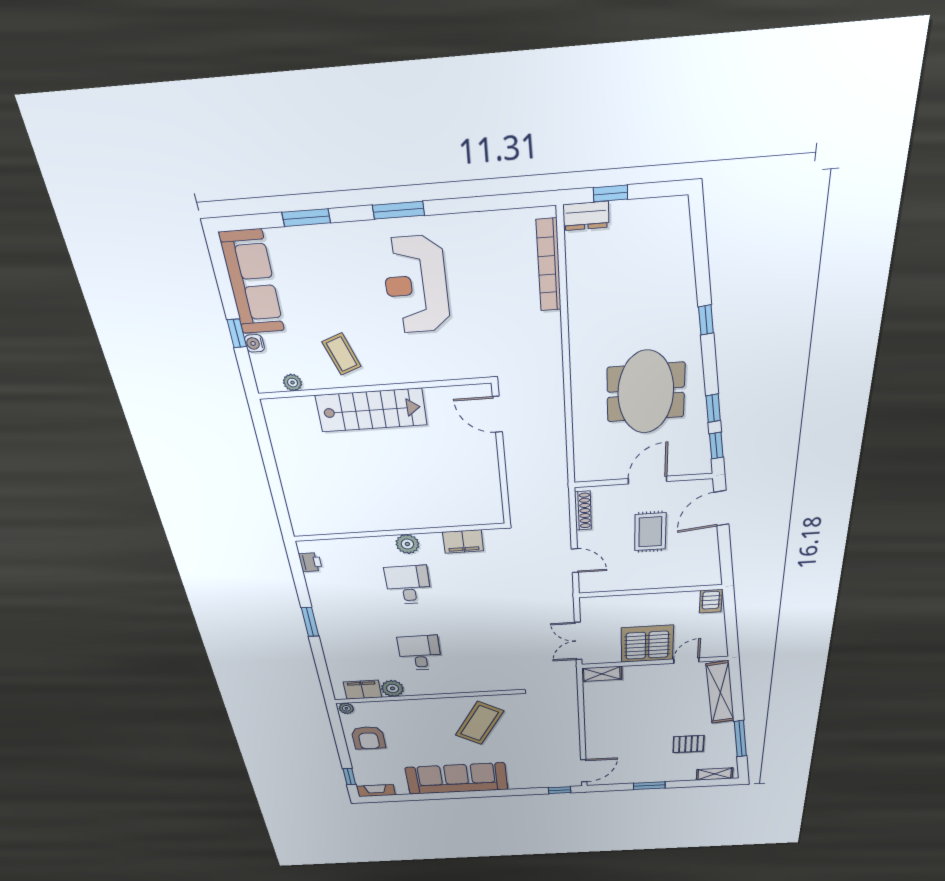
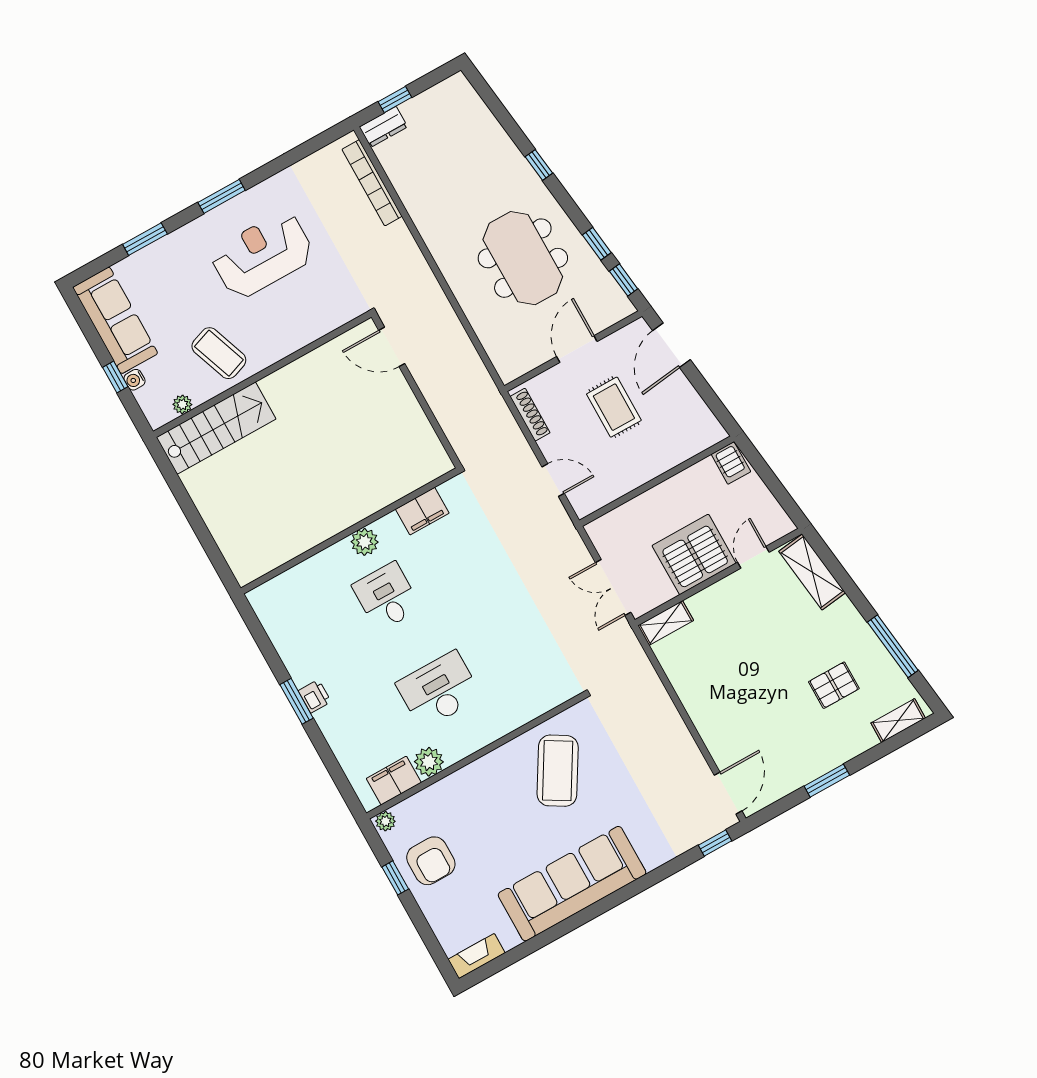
reception desk: (416, 285) -> (262, 255), turned 90
coffee table: (342, 354) -> (219, 353), width x1.36, depth x1.30
stairs: (371, 410) -> (216, 428), moved
printer: (310, 562) -> (315, 696), moved
desk: (420, 653) -> (439, 690), width x1.37
shelving: (720, 693) -> (812, 572), width x0.68
window: (349, 777) -> (395, 878), moved

